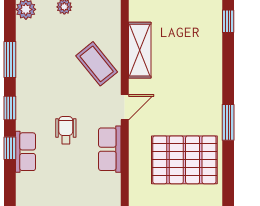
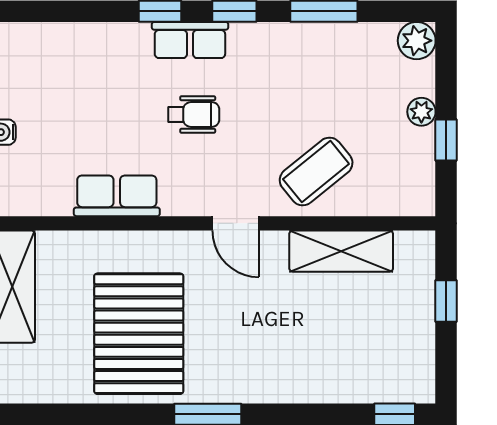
row of seats: (110, 149) -> (117, 196), moved
row of seats: (25, 152) -> (190, 40), moved

